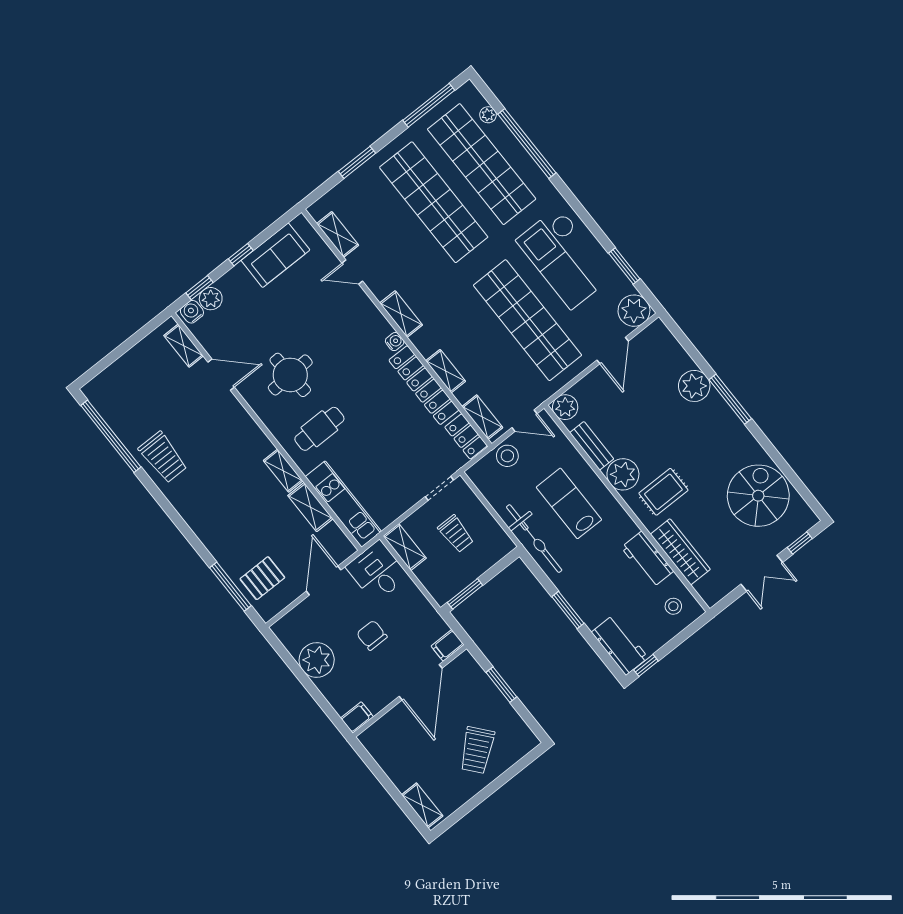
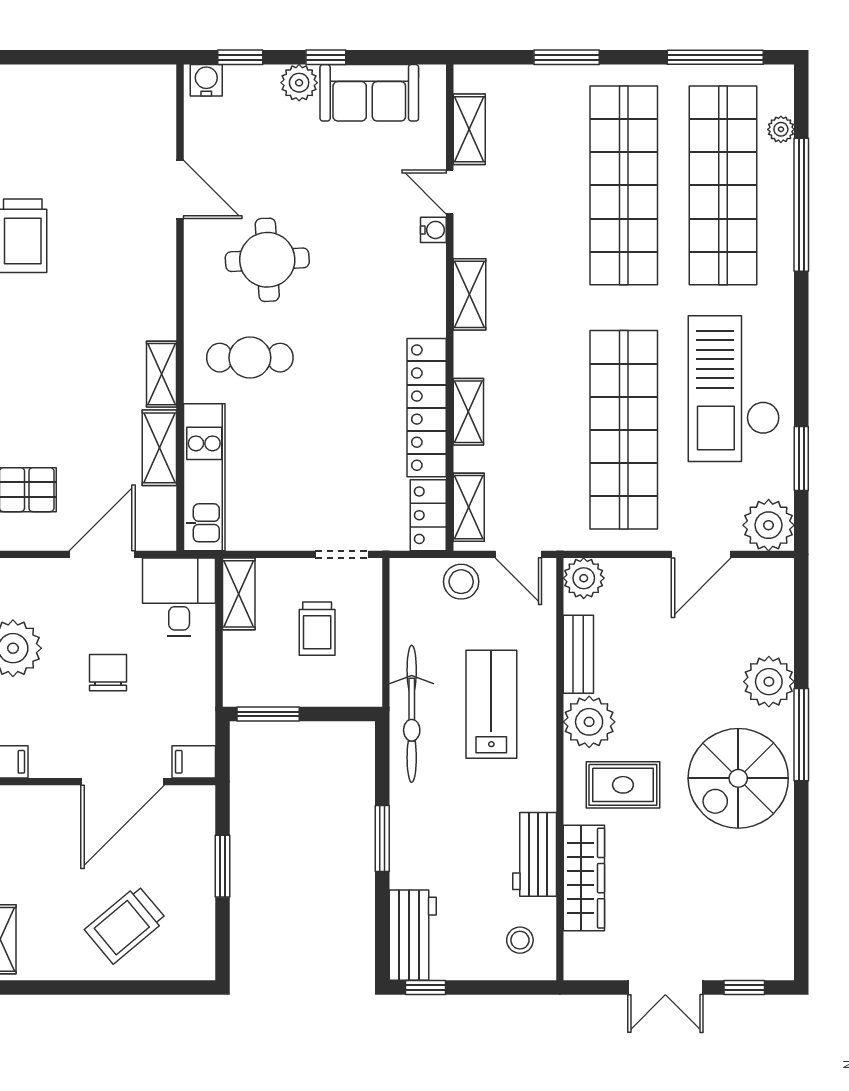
plant: (211, 299) -> (299, 83), moved
water cooler: (395, 342) -> (433, 230), moved
shelving: (184, 346) -> (161, 115), removed
spiral stairs: (758, 496) -> (738, 778), moved, turned 180

